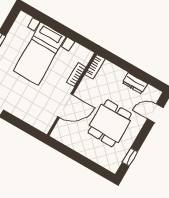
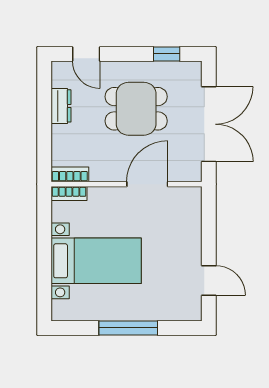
bookcase: (76, 75) -> (69, 194), moved
door: (65, 106) -> (147, 184), hinge flipped
double door: (79, 158) -> (209, 124), added

